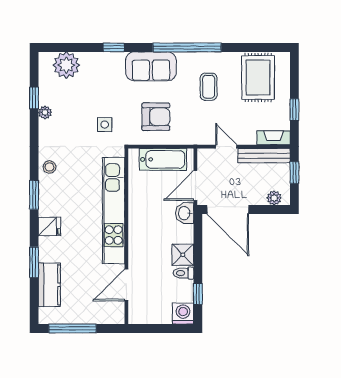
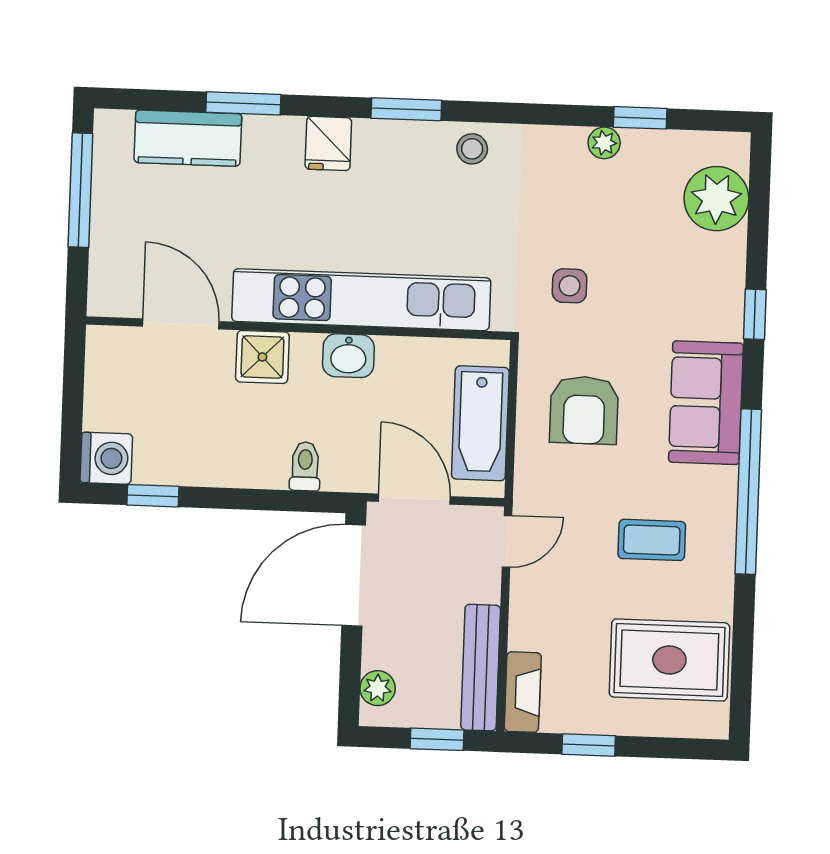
door: (226, 147) -> (507, 541), moved
washbasin: (185, 213) -> (348, 356), moved, turned 180
shower: (183, 255) -> (262, 357), moved
toilet: (183, 273) -> (305, 466), moved

